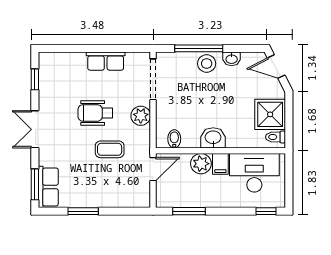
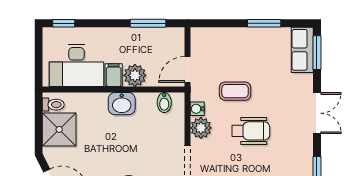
water cooler: (144, 133) -> (197, 109), added

